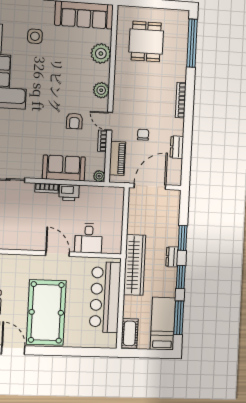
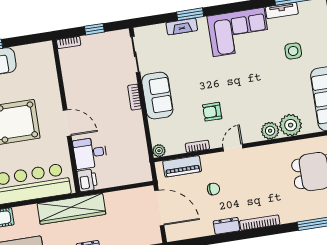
plant: (101, 90) -> (270, 131), moved
door: (110, 121) -> (233, 148), moved
dresser: (177, 147) -> (227, 226), moved
sofa: (64, 168) -> (157, 96), moved
printer: (69, 193) -> (87, 180), moved, turned 180
door: (57, 254) -> (67, 123), hinge flipped

